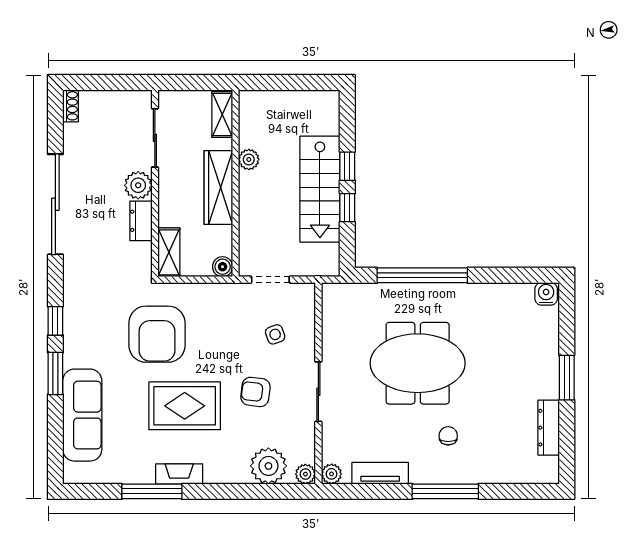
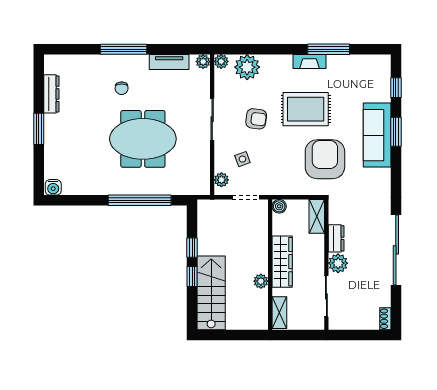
stairs: (320, 189) -> (211, 293), moved
plant: (305, 305) -> (221, 180), added
window: (55, 321) -> (396, 88), moved
sofa: (82, 415) -> (377, 135), moved

